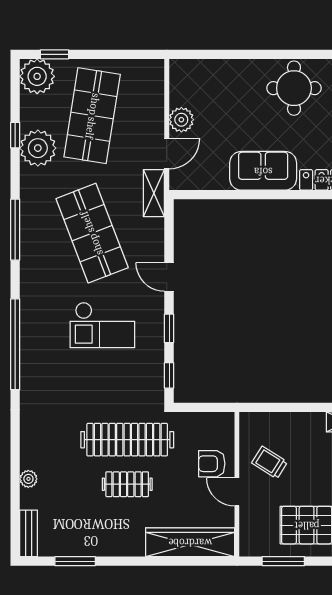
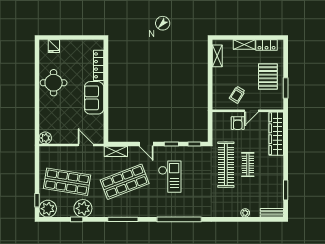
plant: (181, 120) -> (45, 138), moved
shelving: (154, 193) -> (116, 151), moved
door: (169, 277) -> (146, 144), hinge flipped

